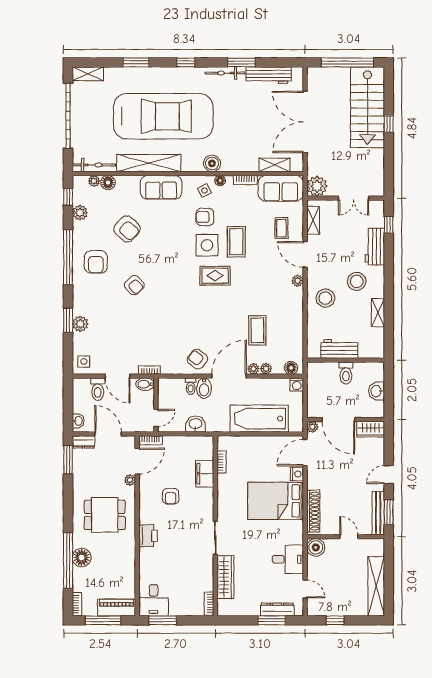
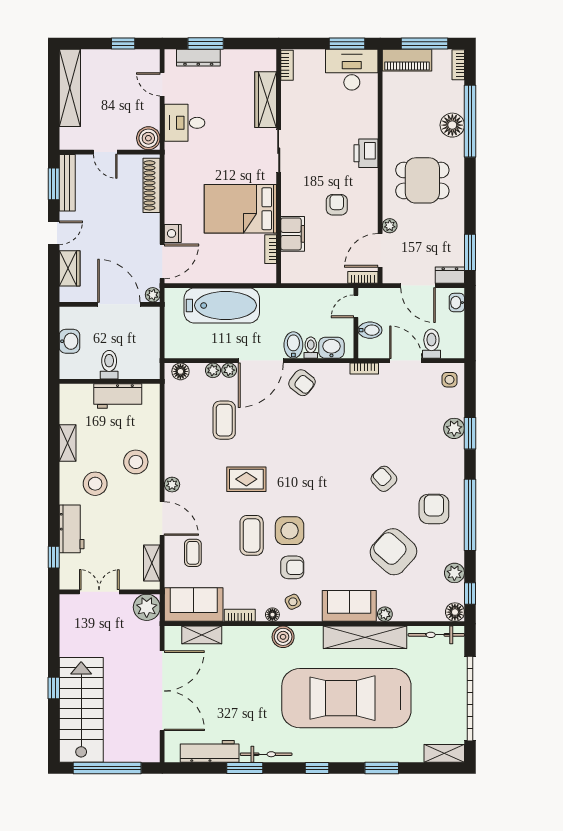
plant: (94, 181) -> (385, 614), moved
floor lamp: (108, 183) -> (455, 612), moved
armchair: (127, 229) -> (393, 552), width x1.36, depth x1.36
rug: (215, 276) -> (246, 479), moved
bidet: (145, 384) -> (370, 330), moved
washing machine: (297, 384) -> (173, 350), removed
washbasin: (195, 424) -> (331, 348), moved, turned 180
wardrobe: (371, 429) -> (70, 268), moved, turned 90
bed: (276, 501) -> (240, 209), moved, turned 180
desk: (154, 600) -> (352, 70), width x1.37

